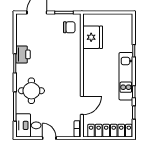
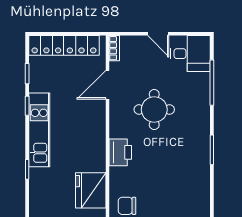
printer: (23, 54) -> (120, 152), moved, turned 180
round table: (31, 91) -> (154, 110), moved

